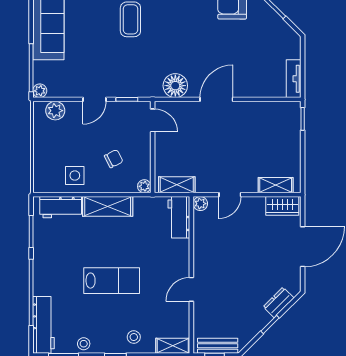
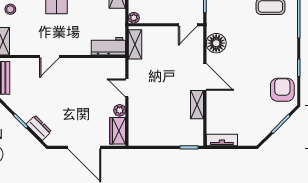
shelving: (276, 185) -> (197, 105), moved
plant: (200, 204) -> (120, 110), moved
door: (191, 289) -> (49, 56), swing flipped

